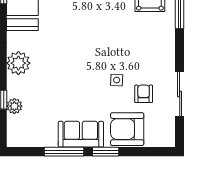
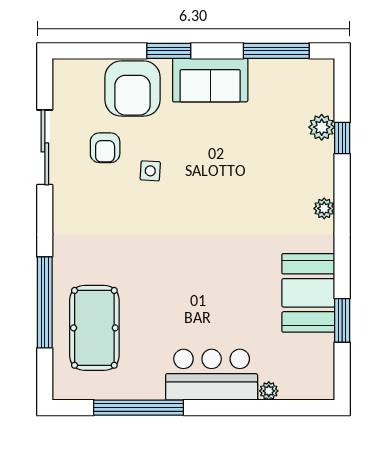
plant: (18, 63) -> (324, 208), width x0.53, depth x0.53
armchair: (127, 129) -> (132, 89), turned 90
window: (64, 152) -> (276, 51), moved

